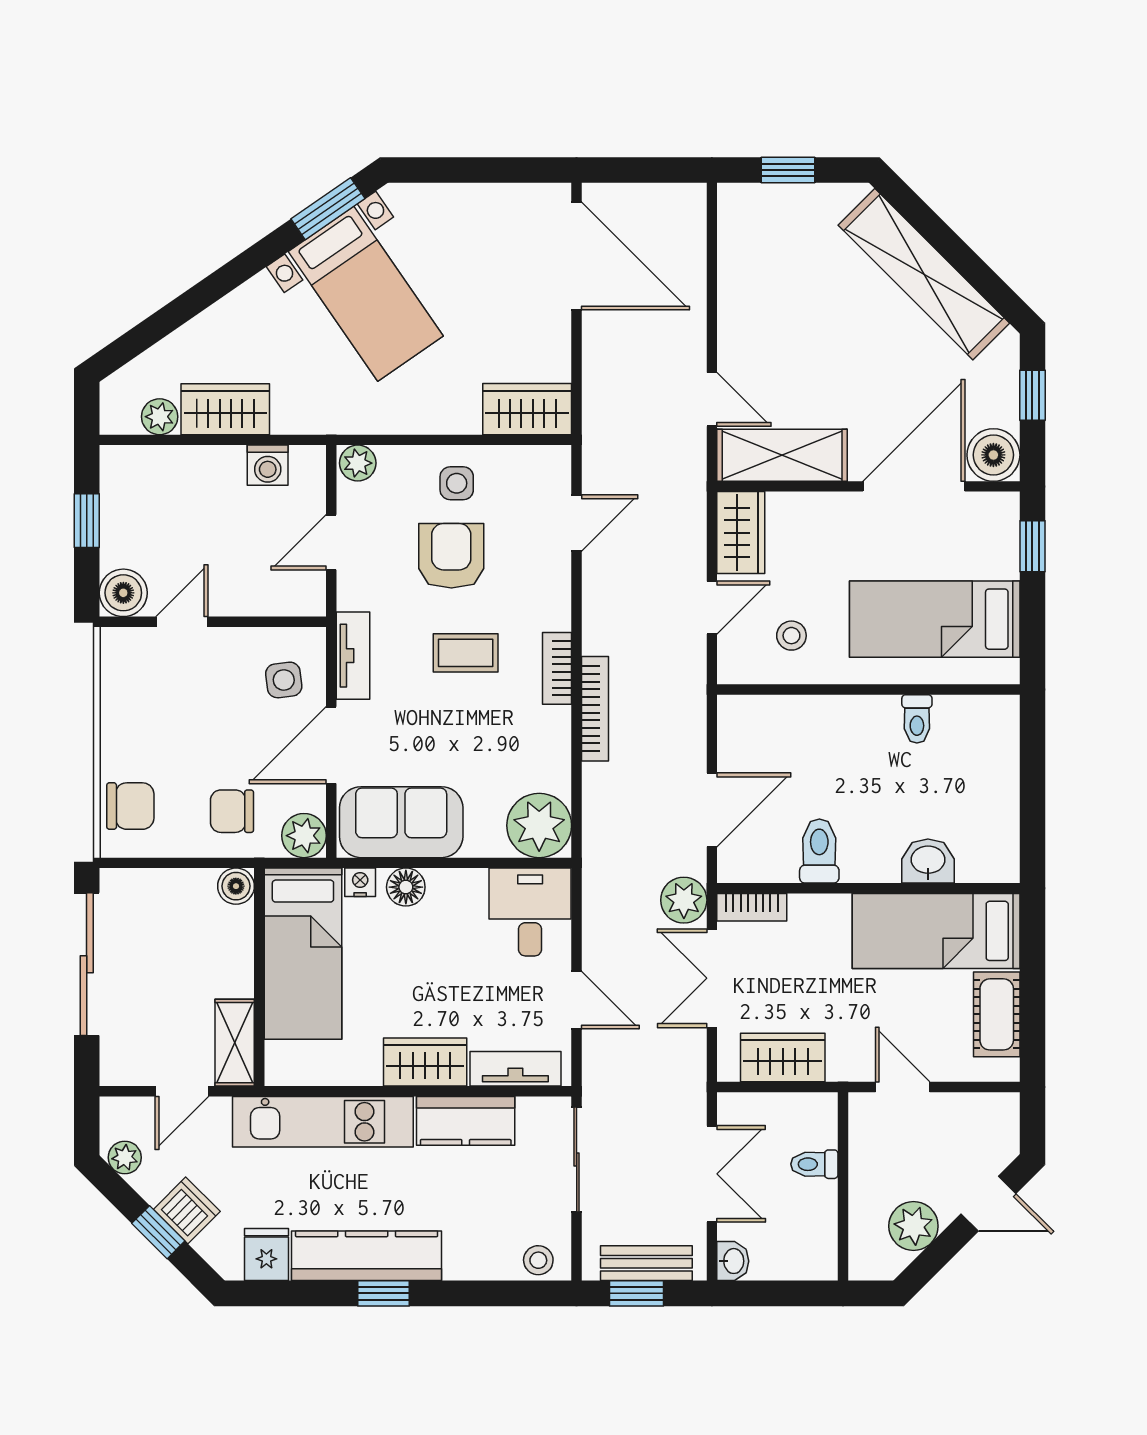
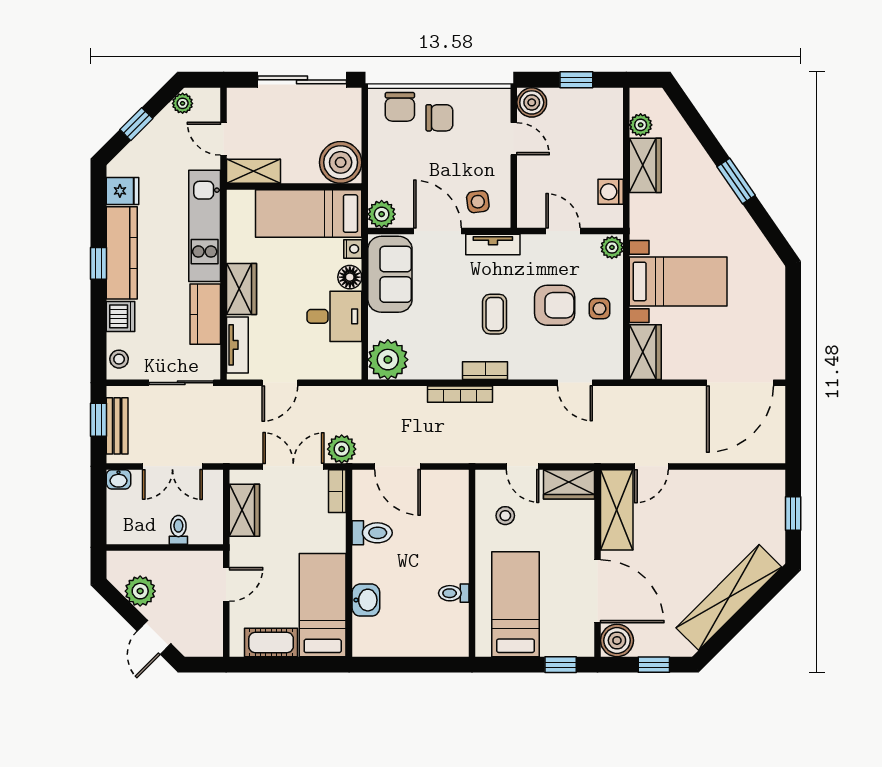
window: (328, 209) -> (736, 181), moved
bed with nightstands: (366, 294) -> (678, 281), moved, turned -145
chair: (232, 811) -> (439, 118), moved, turned 90
boiler: (236, 886) -> (341, 162), width x1.86, depth x1.86
desk: (530, 912) -> (334, 316), moved
dishwasher: (187, 1210) -> (121, 316), moved, turned -45

